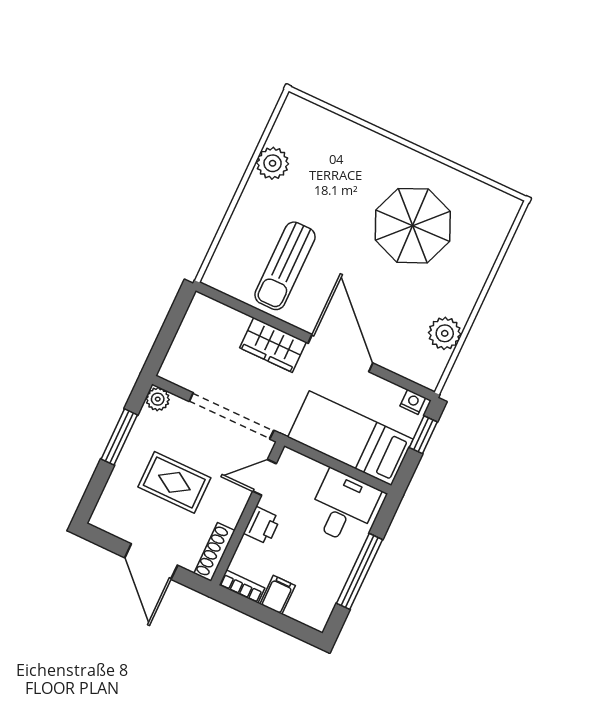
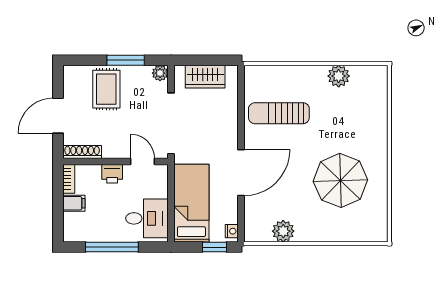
wardrobe: (273, 345) -> (205, 77), moved, turned -90
rug: (174, 482) -> (106, 89), moved

